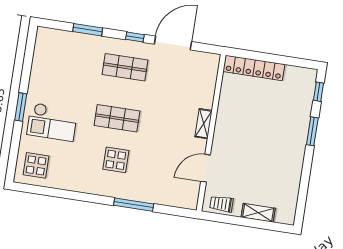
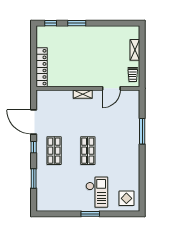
display table: (116, 160) -> (115, 147), removed
door: (206, 168) -> (111, 88), hinge flipped

